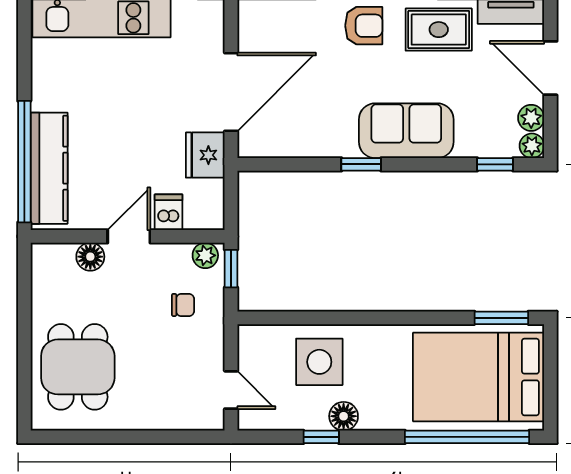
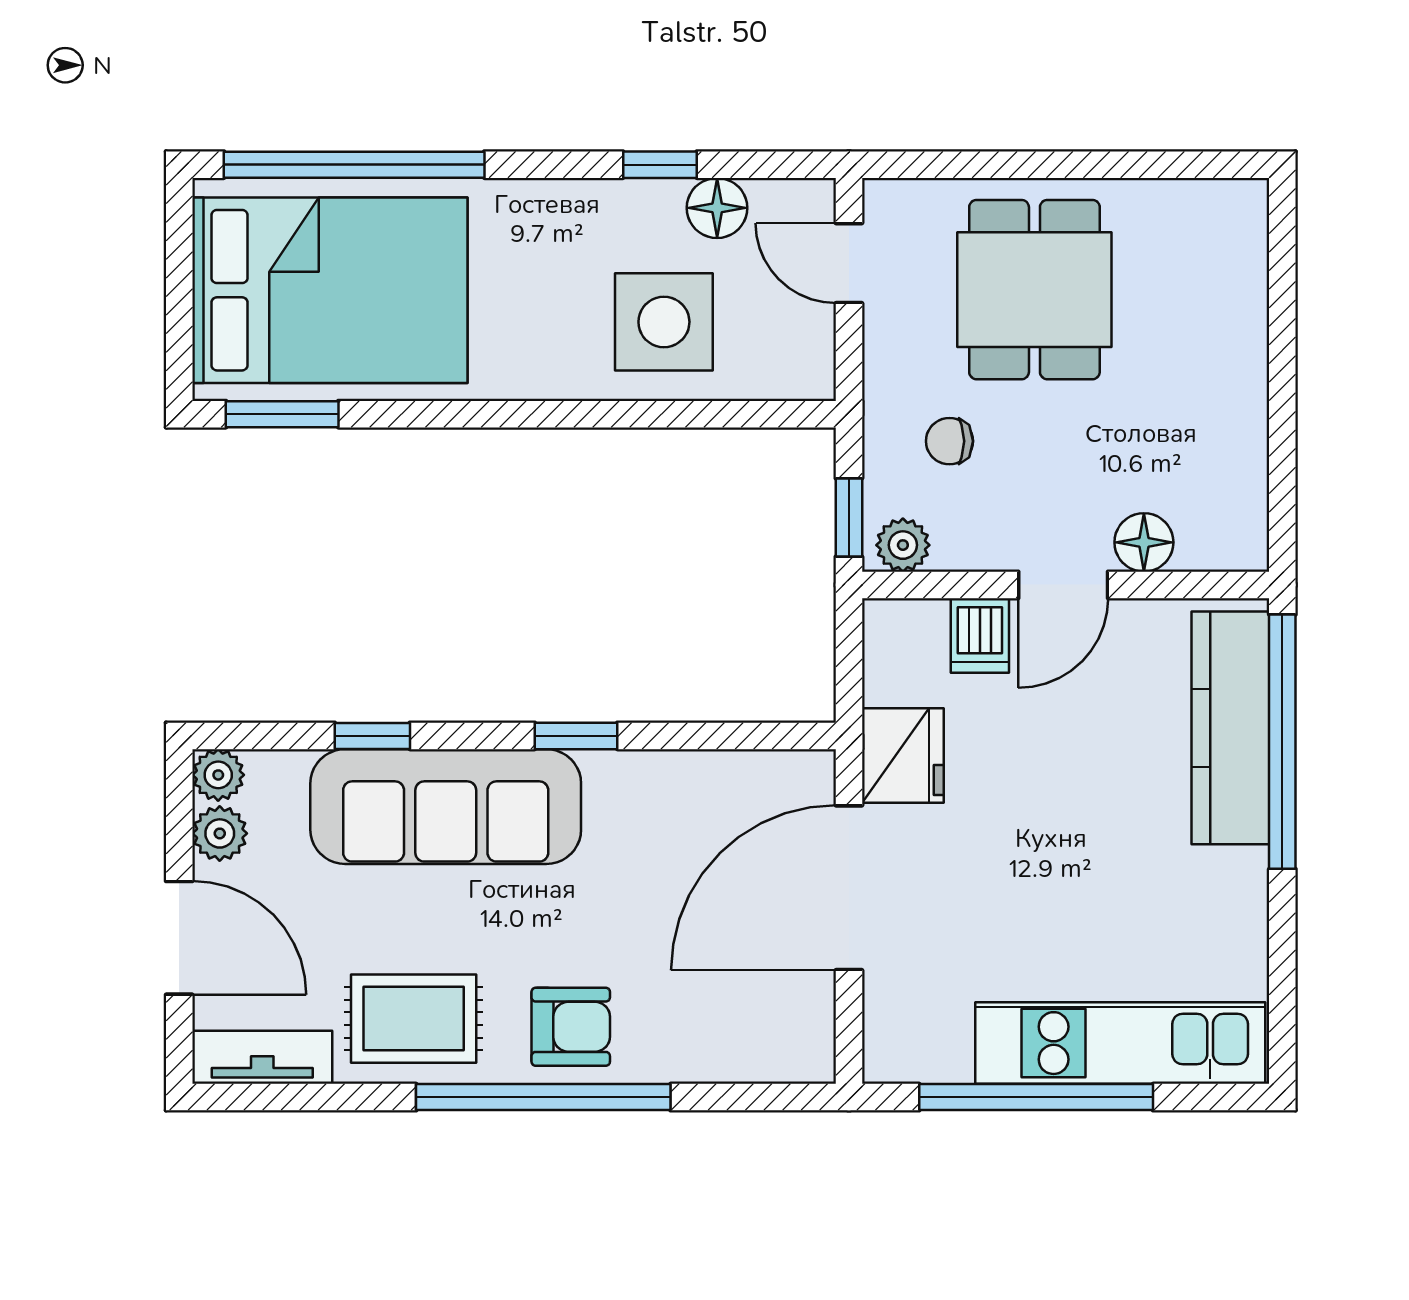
armchair: (364, 26) -> (571, 1027), turned 180
sofa: (406, 131) -> (446, 807), width x1.36
window: (495, 164) -> (372, 736), moved
dining table: (78, 367) -> (1034, 290), moved
floor lamp: (344, 416) -> (717, 208), moved

